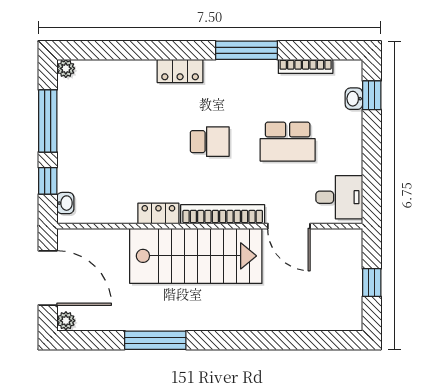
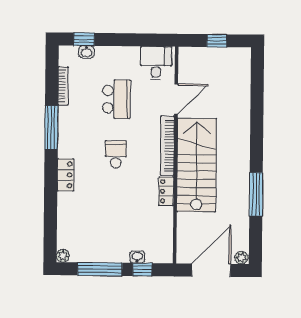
washbasin: (65, 203) -> (137, 257), moved

